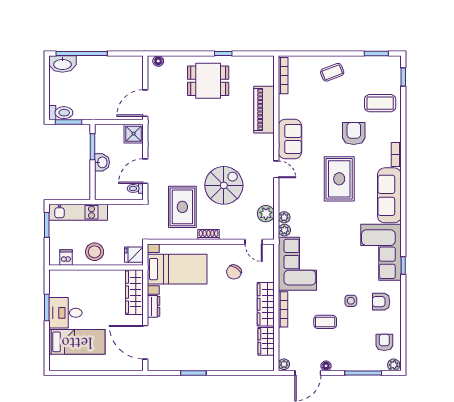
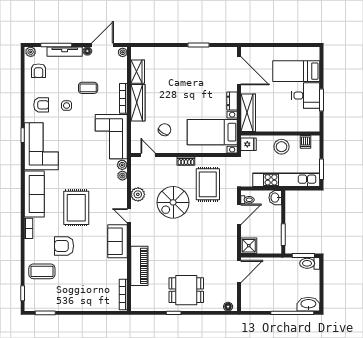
coffee table: (332, 72) -> (82, 297), removed
armchair: (354, 133) -> (64, 246), turned 90
washbasin: (102, 162) -> (275, 198), moved
kitchen unit: (78, 212) -> (286, 180), width x1.36
plant: (266, 214) -> (138, 194), moved
tv unit: (353, 365) -> (65, 52), added

